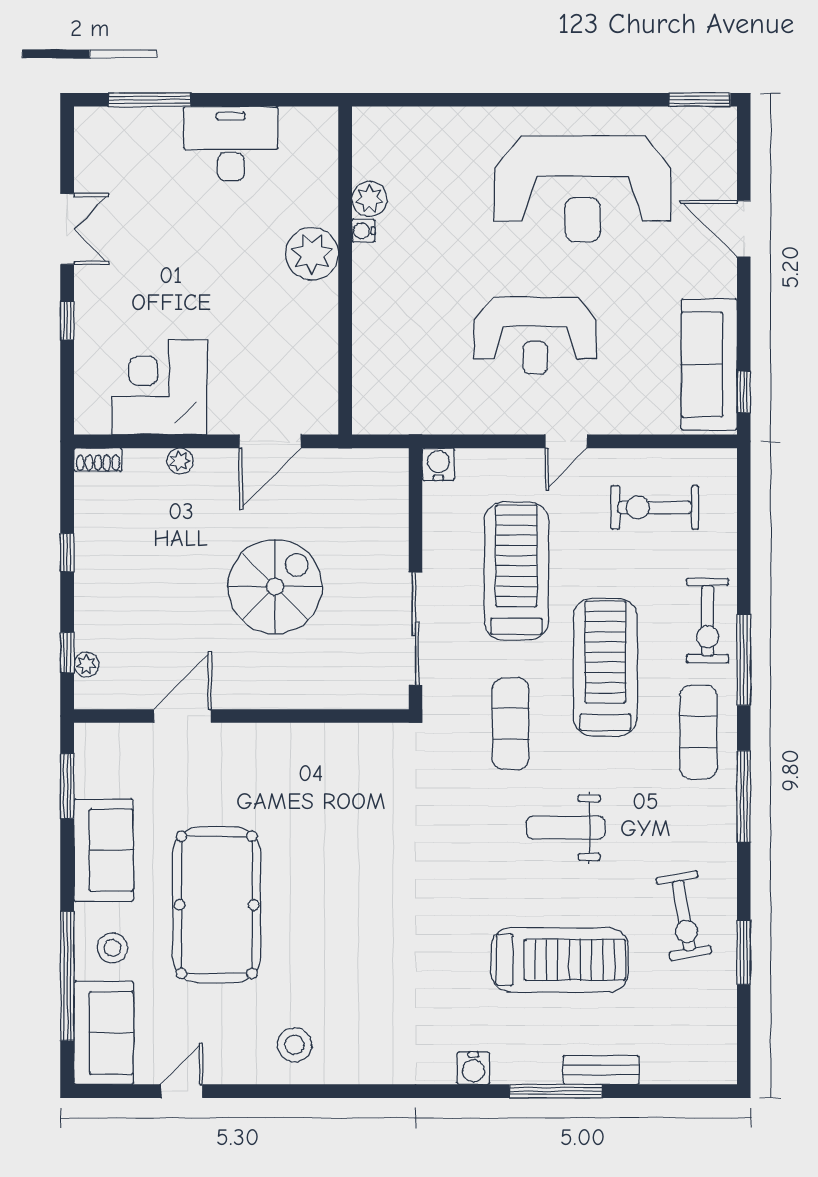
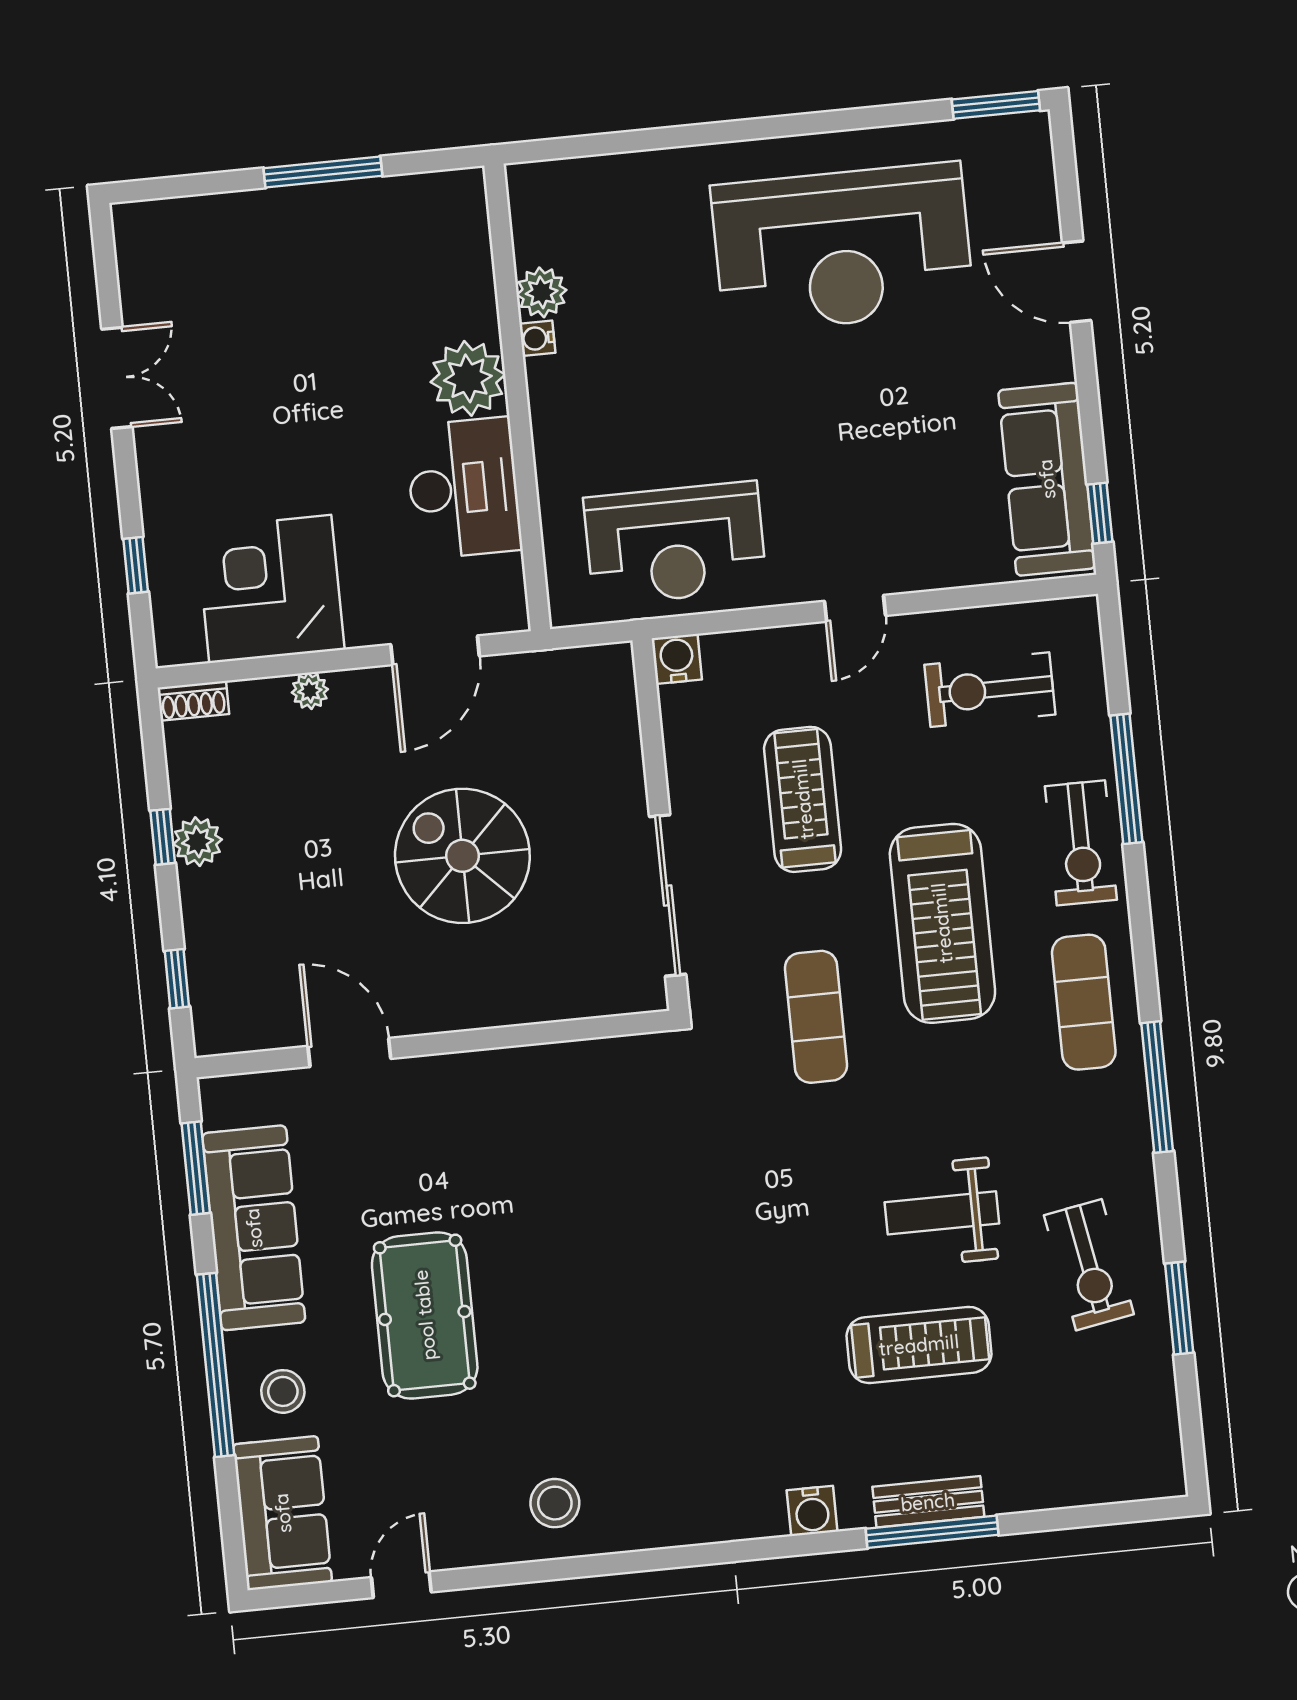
window: (150, 100) -> (323, 172), moved
desk: (231, 144) -> (463, 488), moved, turned 90
window: (67, 320) -> (136, 565), moved
reception desk: (535, 336) -> (675, 543), moved
treadmill: (516, 571) -> (803, 799), width x0.73, depth x0.73
spiral stairs: (275, 587) -> (462, 856), turned -90
window: (744, 660) -> (1126, 779), moved
plant: (86, 665) -> (198, 842), moved, width x1.38, depth x1.38
treadmill: (605, 667) -> (942, 923), turned 180
door: (182, 716) -> (349, 1052), hinge flipped
weight bench: (566, 828) -> (942, 1213), moved
sofa: (103, 850) -> (254, 1228), width x1.36
pool table: (217, 905) -> (425, 1315), width x0.73, depth x0.76
treadmill: (560, 960) -> (919, 1345), width x0.73, depth x0.73
window: (67, 976) -> (215, 1365), moved
bench: (601, 1070) -> (928, 1502), moved

